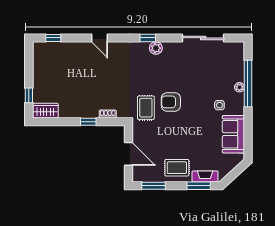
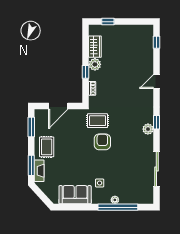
wardrobe: (45, 111) -> (95, 47), moved
plant: (79, 111) -> (95, 64), added

